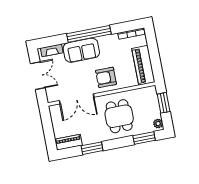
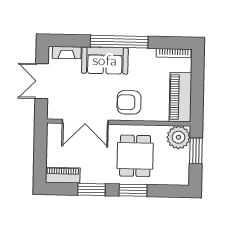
double door: (38, 76) -> (42, 81), swing flipped
plant: (158, 124) -> (178, 137), moved, width x1.87, depth x1.87
window: (144, 138) -> (133, 190), moved

